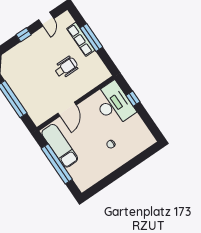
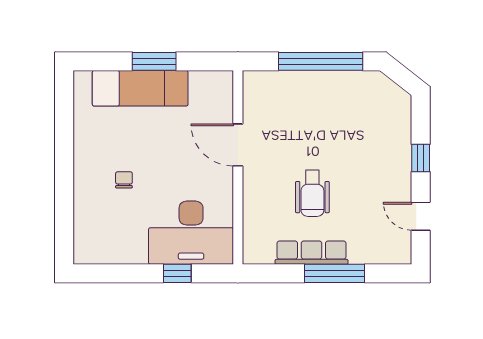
row of seats: (81, 39) -> (312, 253), moved
exam couch: (60, 146) -> (140, 88), moved
window: (57, 164) -> (154, 61), width x0.47

